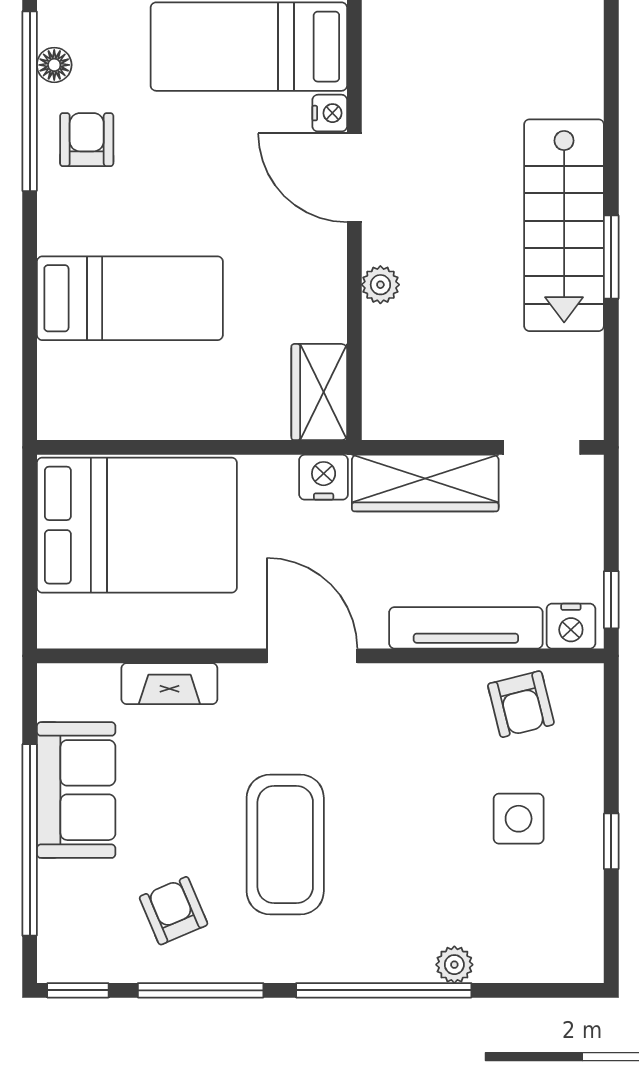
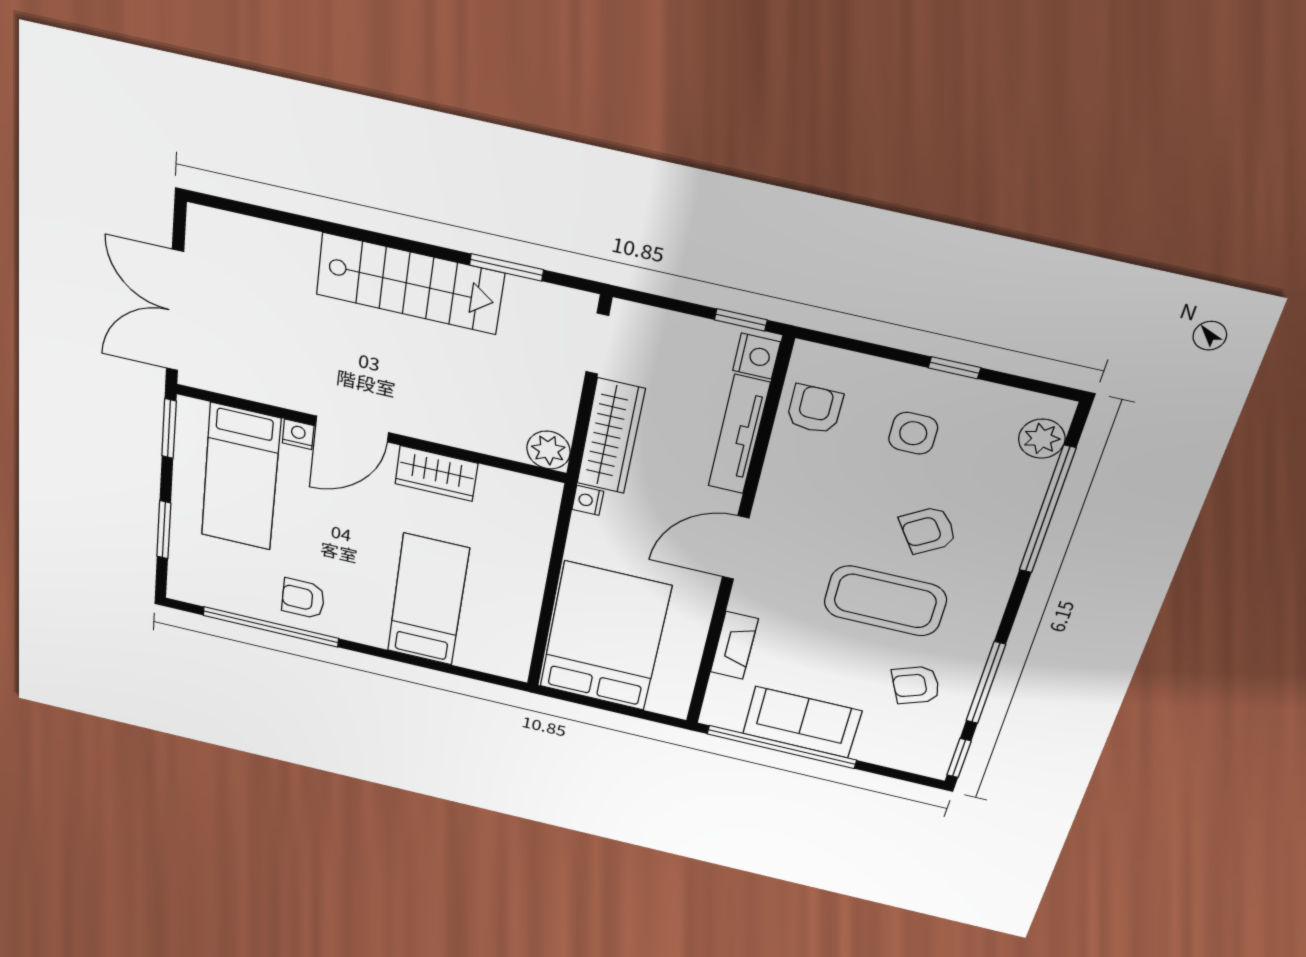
floor lamp: (54, 65) -> (245, 605), removed
window: (611, 257) -> (506, 267), moved
plant: (380, 285) -> (549, 450), moved, width x1.38, depth x1.38
wardrobe: (319, 392) -> (436, 474), moved
nightstand: (324, 477) -> (588, 500), width x0.72, depth x0.74
armchair: (521, 704) -> (815, 409), turned -76
window: (30, 840) -> (782, 747), moved
armchair: (397, 868) -> (928, 530), added
plant: (454, 965) -> (1042, 439), moved, width x1.38, depth x1.38
window: (384, 990) -> (1047, 510), moved

